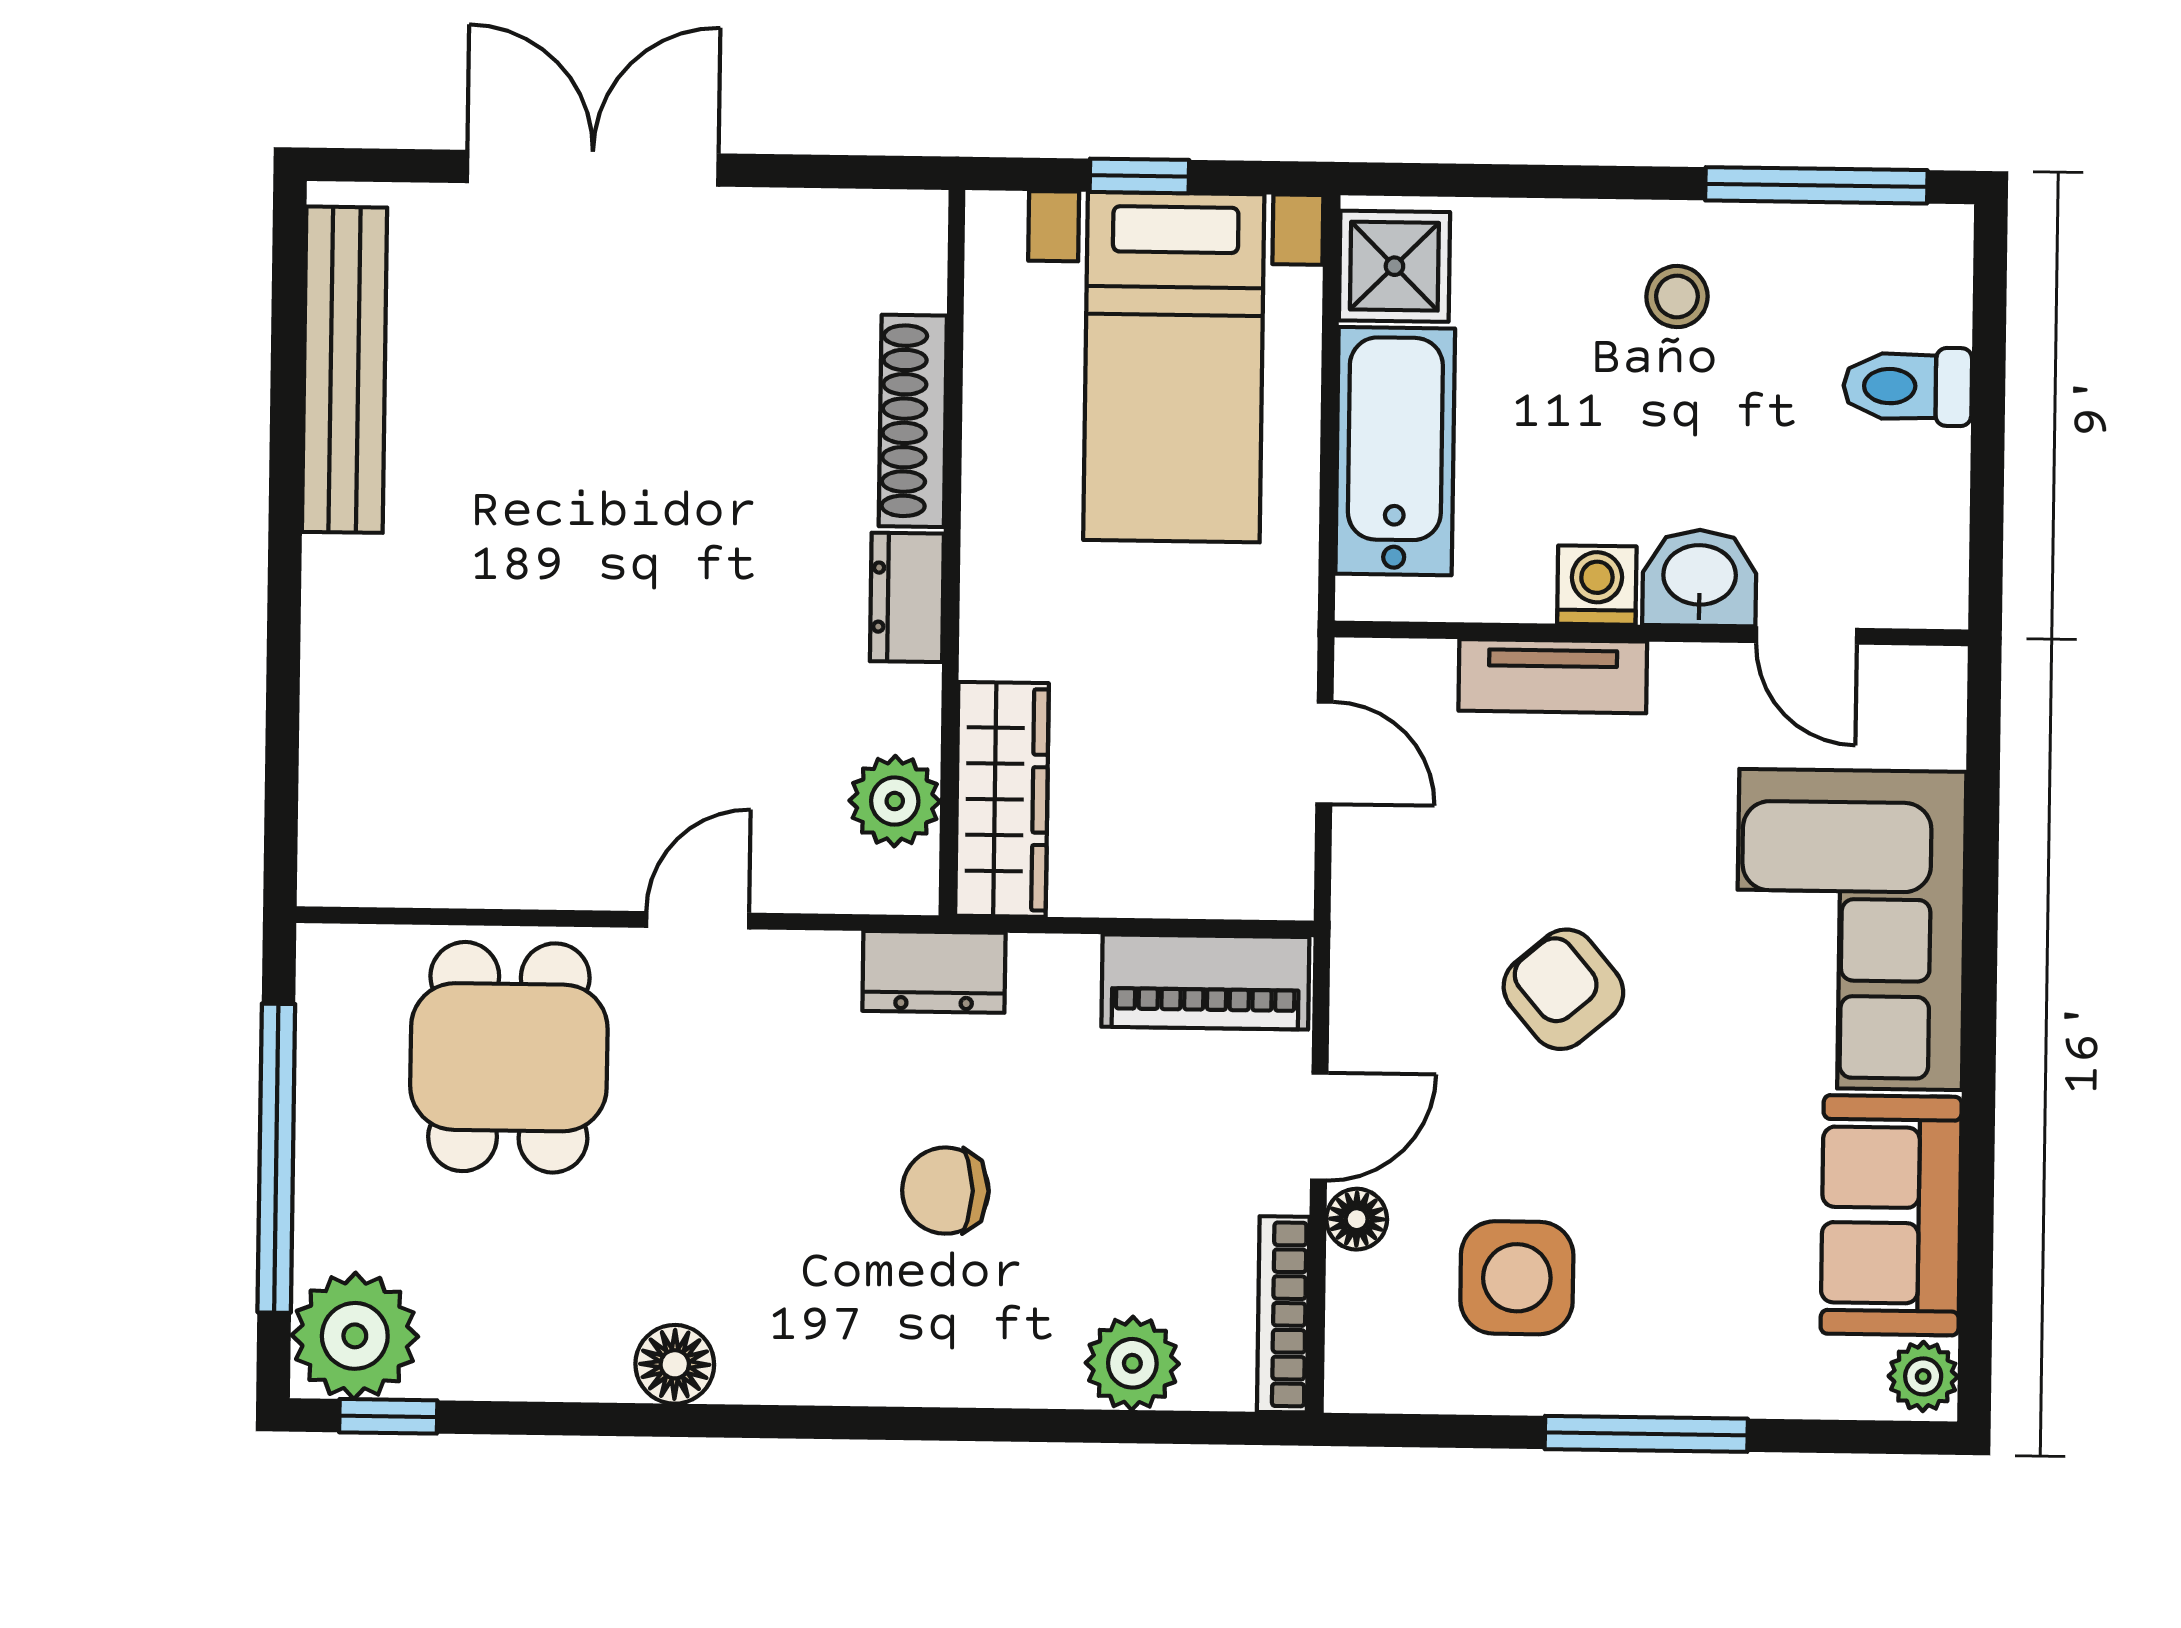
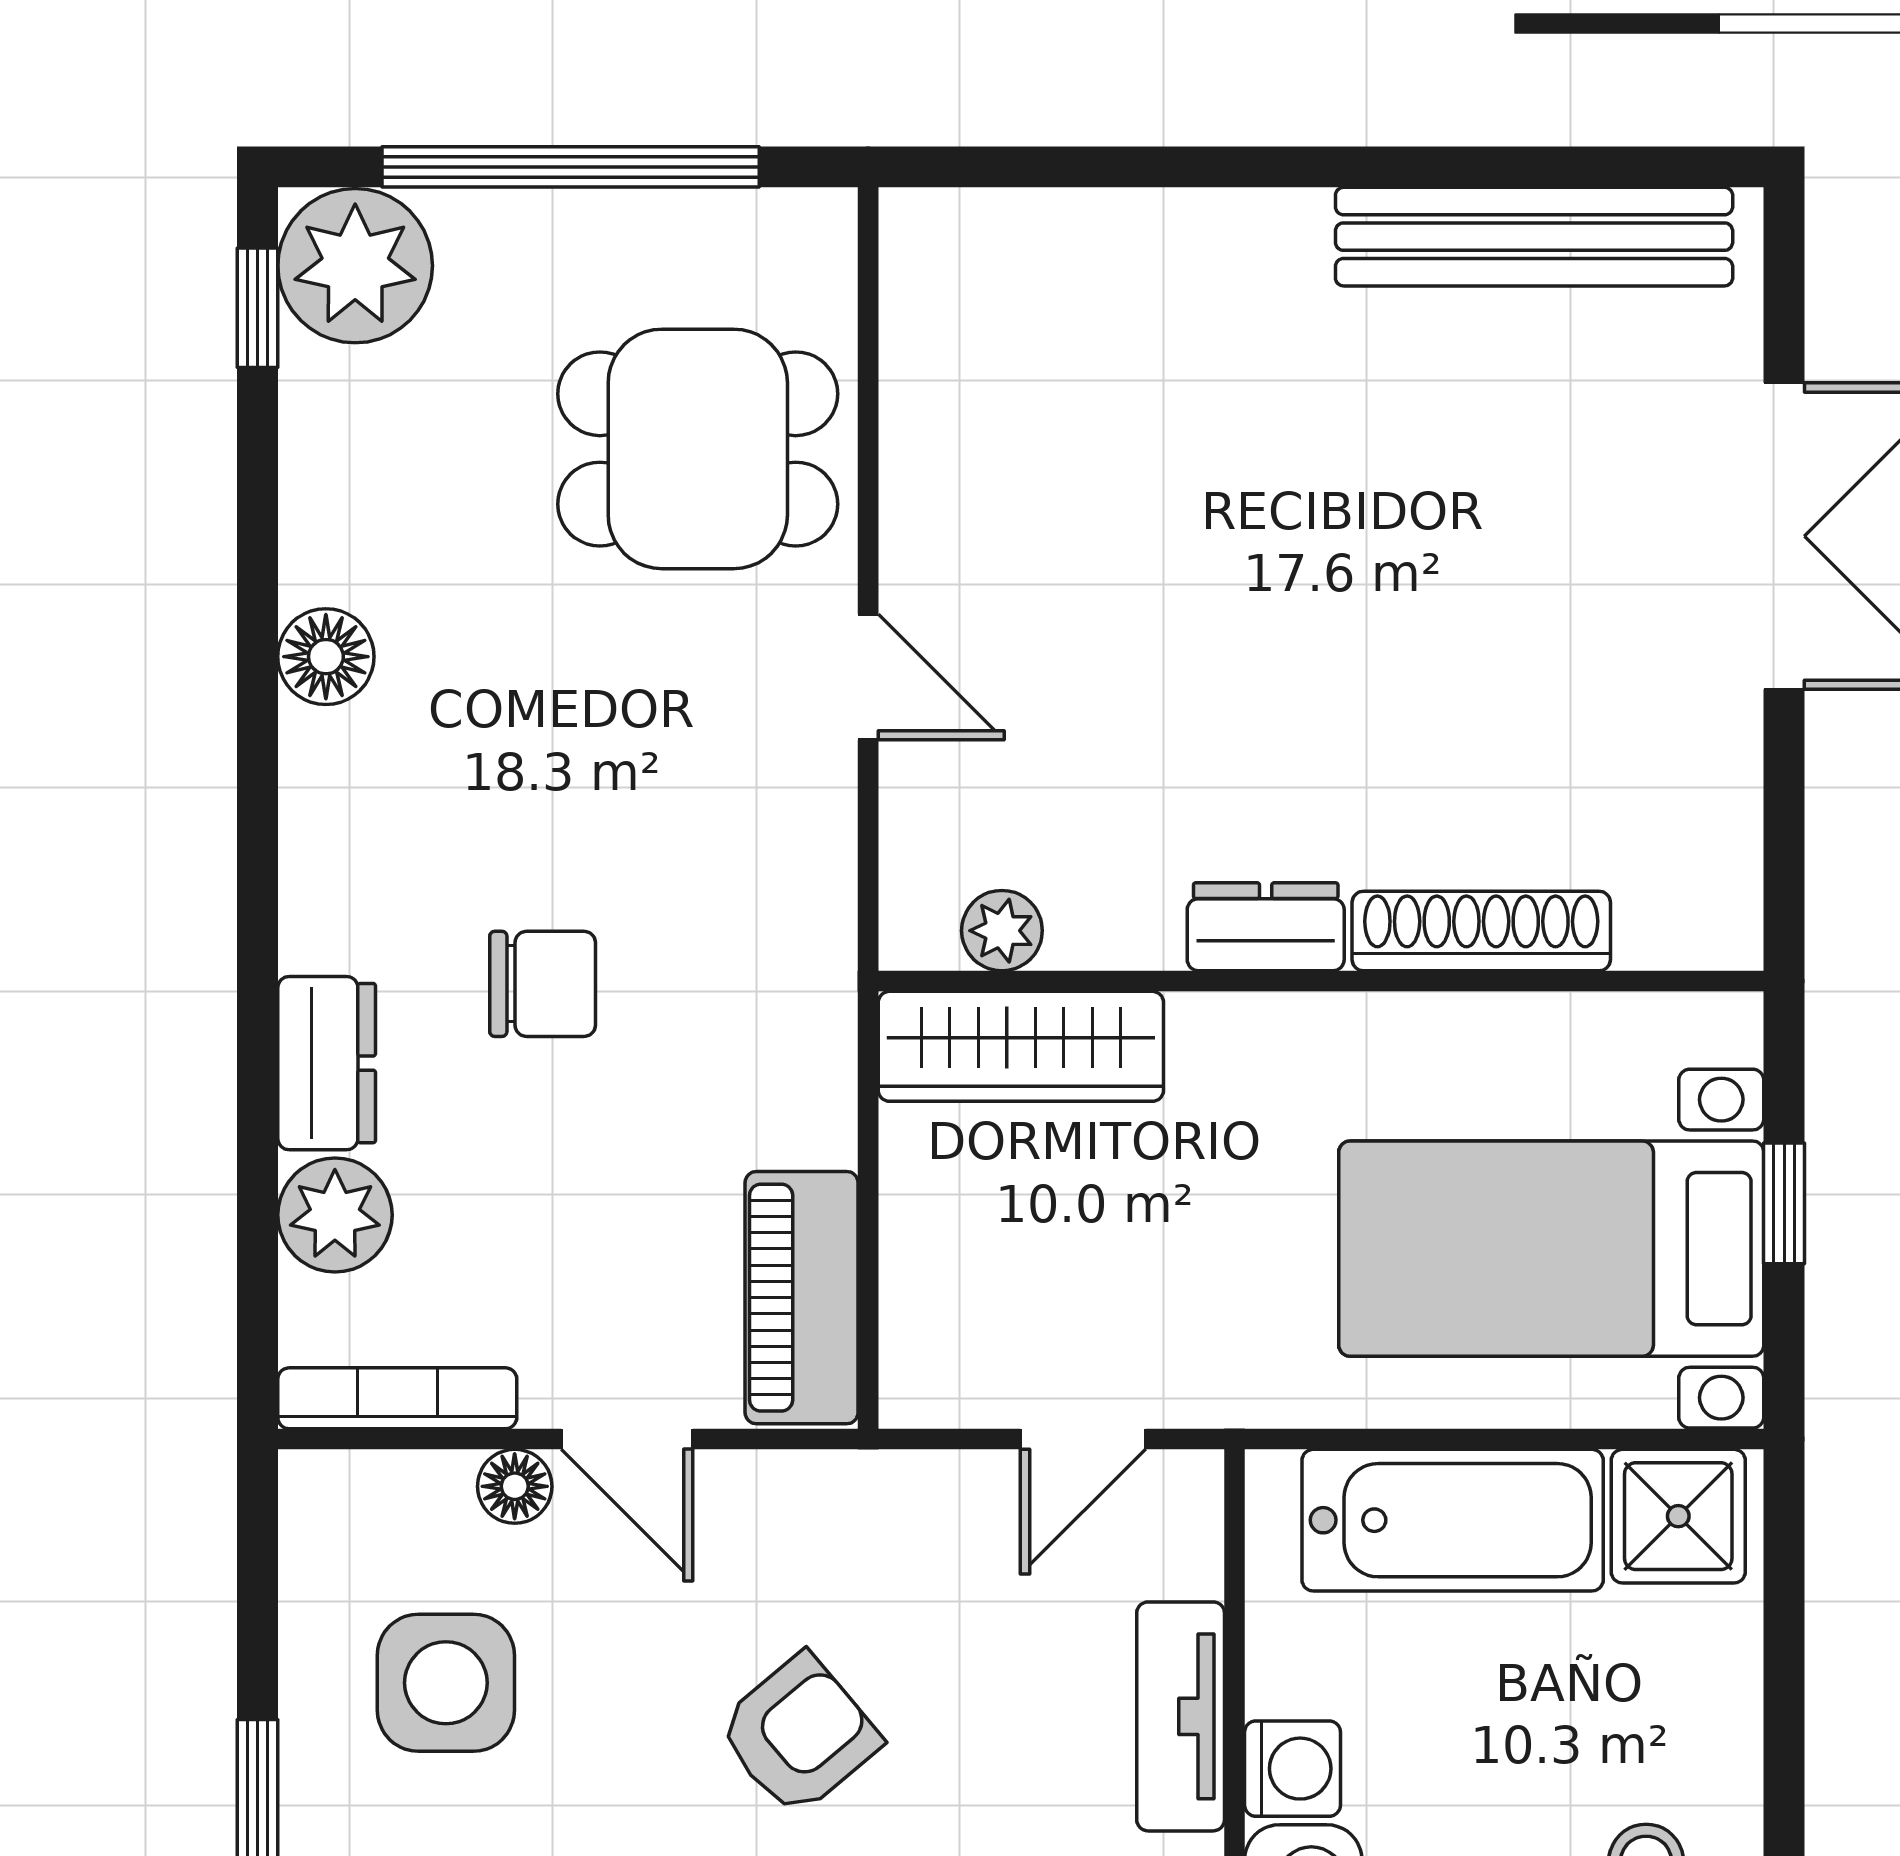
plant: (895, 801) -> (1002, 931), width x0.73, depth x0.73
dresser: (934, 972) -> (327, 1063), moved, turned 180
chair: (945, 1191) -> (543, 984), turned 90

